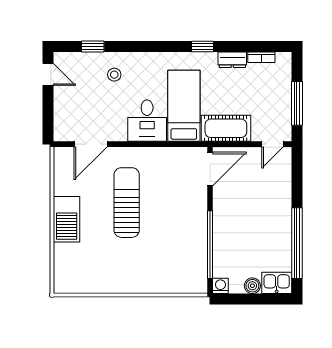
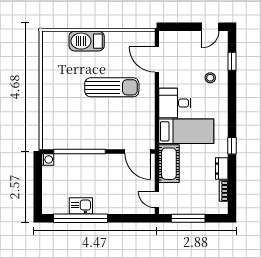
barbecue: (67, 219) -> (87, 41), moved
kitchen sink: (277, 283) -> (81, 206), moved, turned -90
boiler: (252, 286) -> (48, 184), removed

